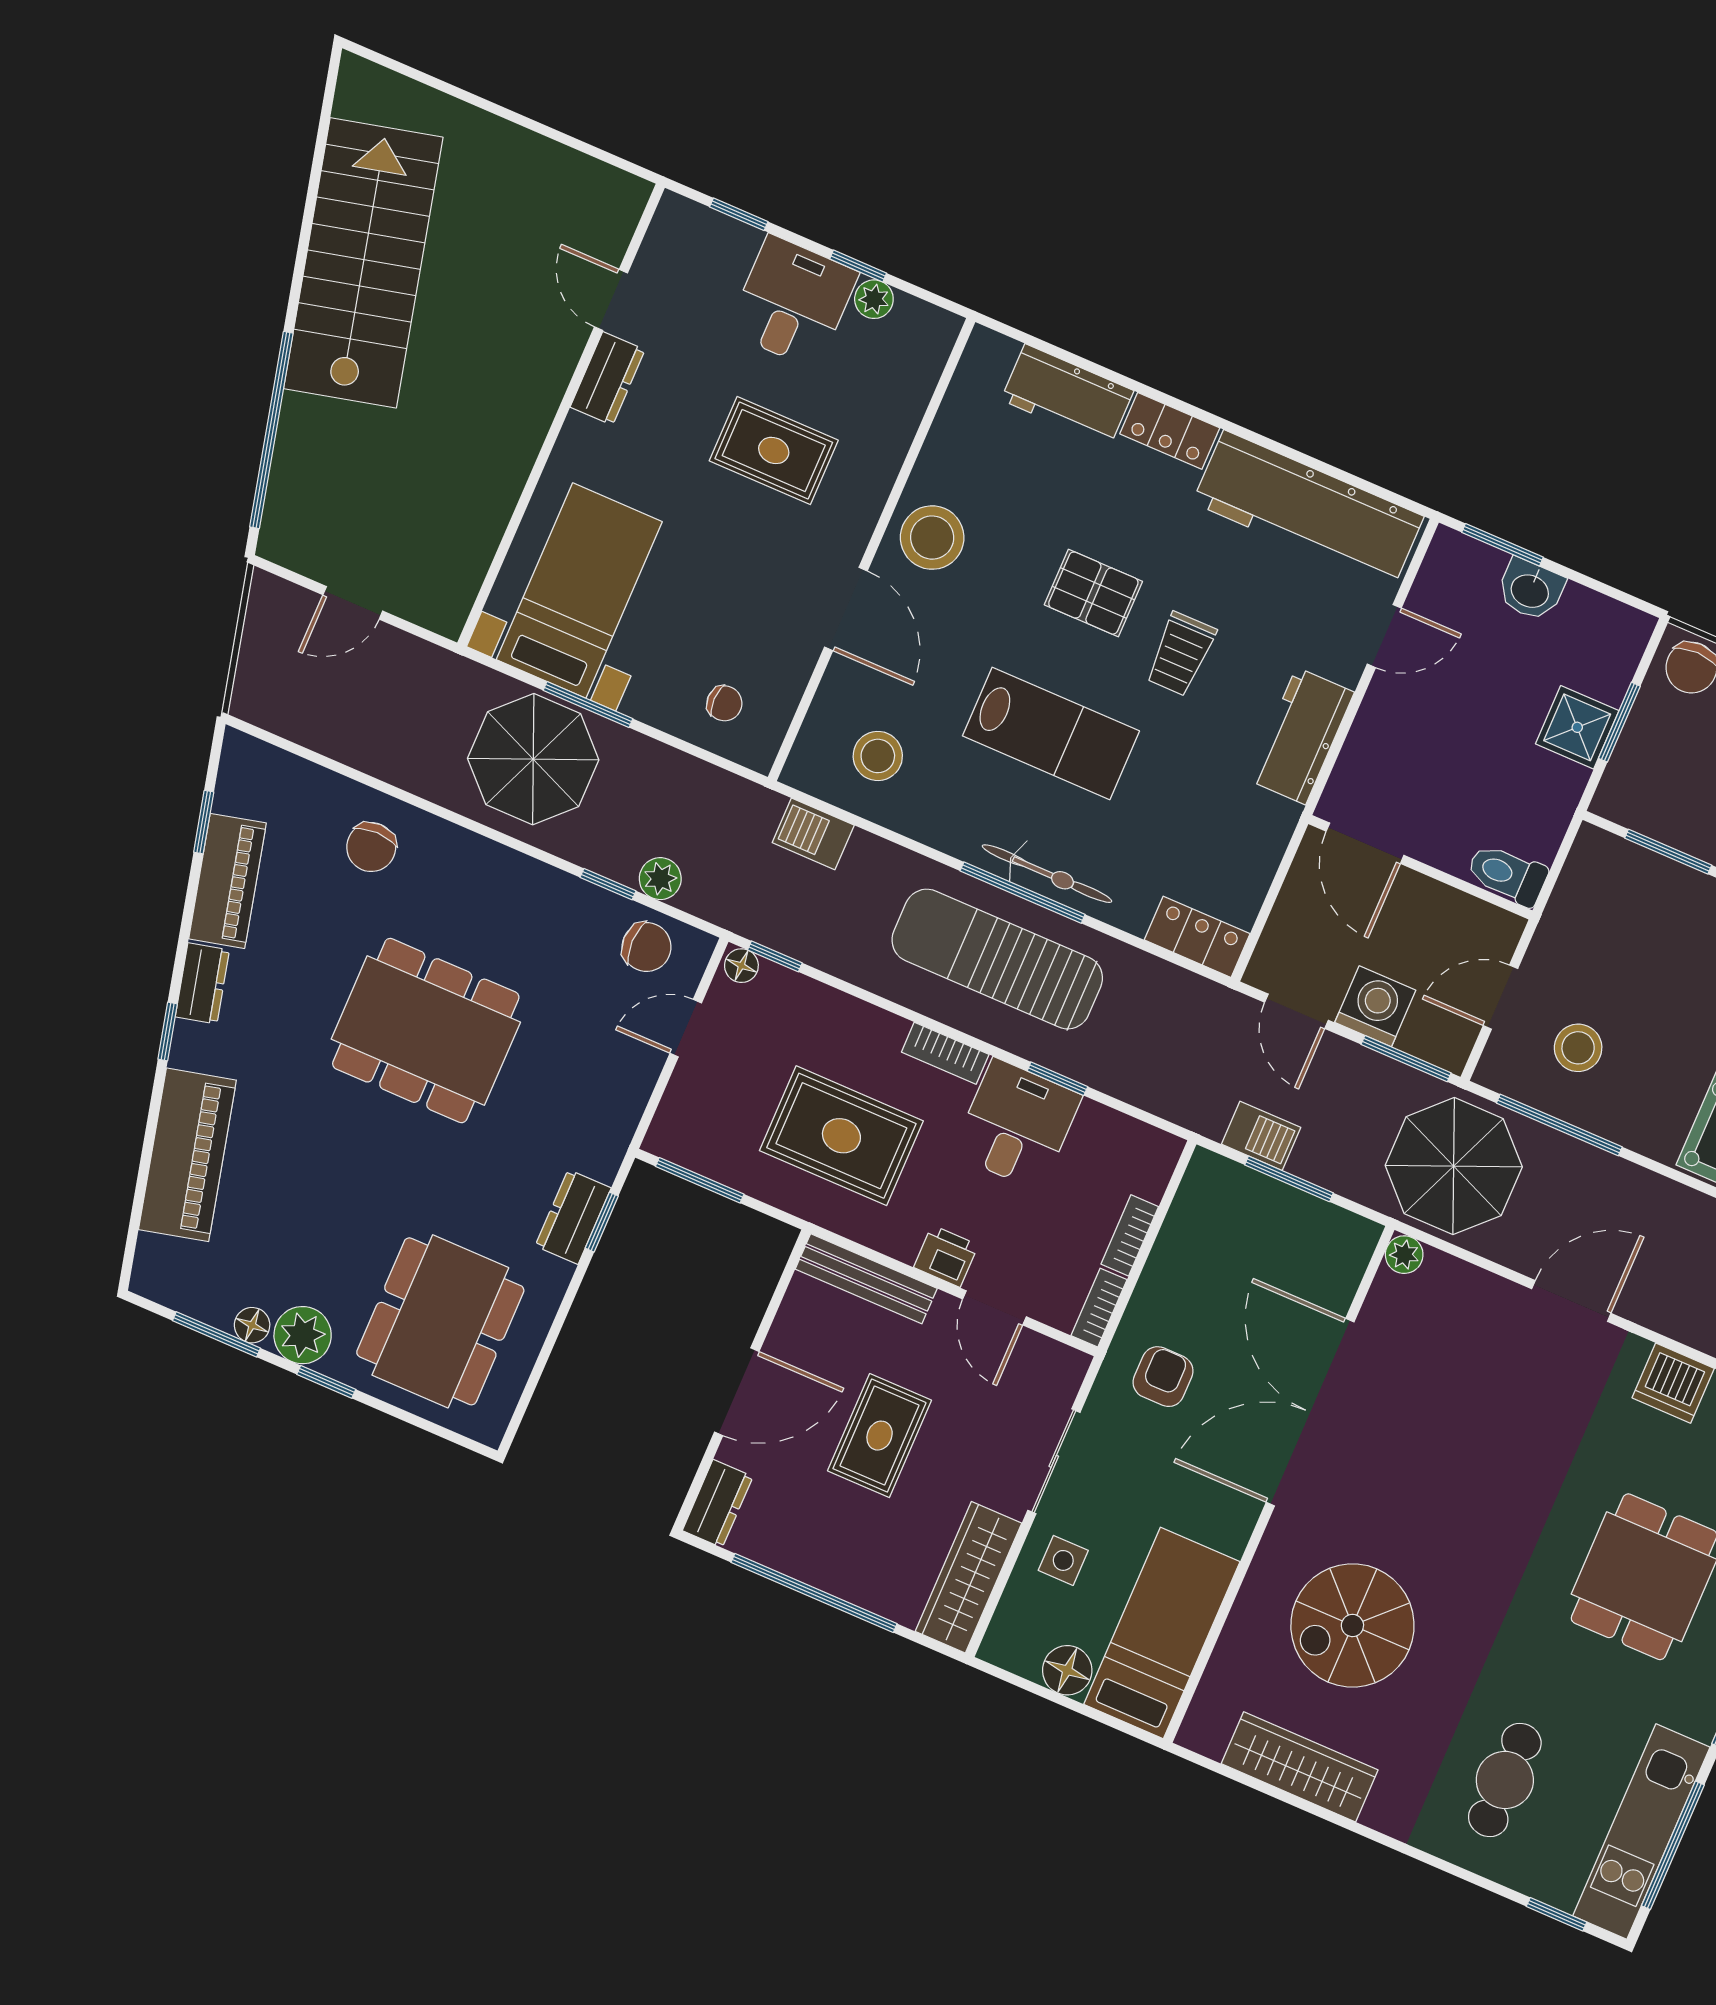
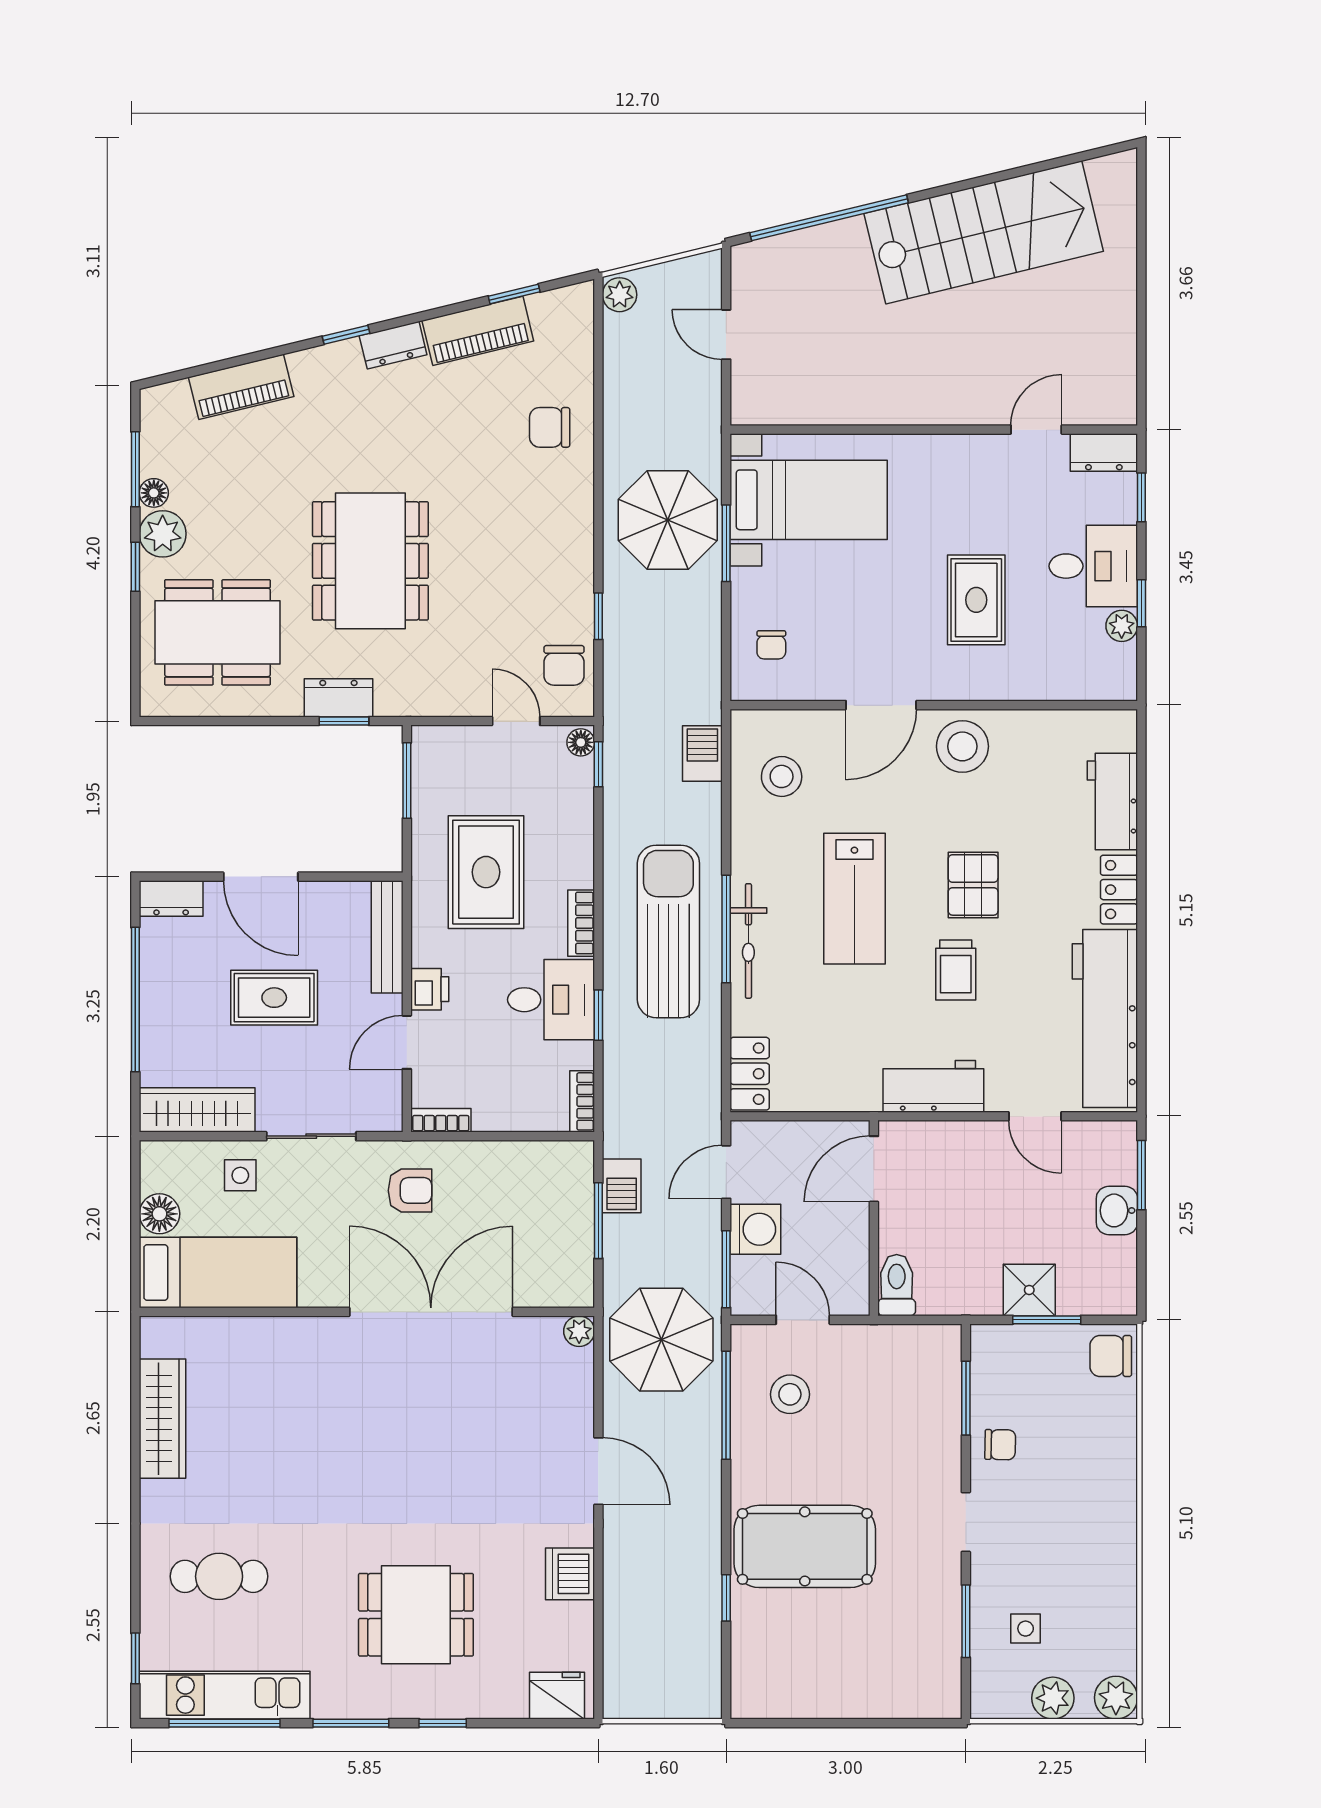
dresser: (608, 378) -> (1104, 452), moved
trolley: (1181, 654) -> (956, 970), turned -90
plant: (660, 879) -> (620, 295), moved
dining table: (426, 1031) -> (370, 561), moved
piano: (187, 1155) -> (241, 387), width x0.73, depth x0.75
bookcase: (1130, 1235) -> (582, 1101), moved, turned -90
spiral stairs: (1352, 1625) -> (285, 1412), removed

